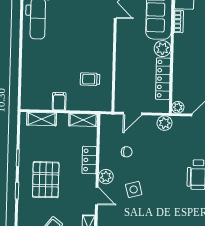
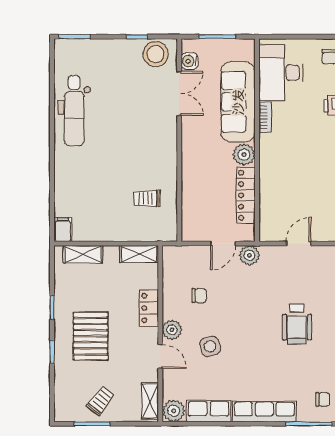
filing cabinet: (59, 101) -> (63, 230), moved
plant: (178, 107) -> (267, 234), removed
door: (132, 113) -> (223, 243), moved

